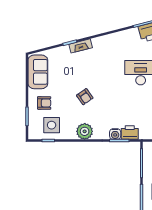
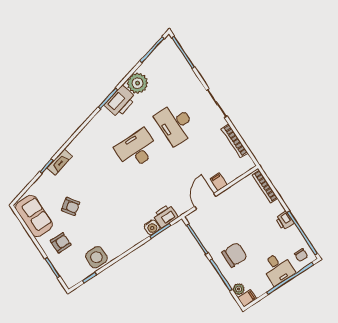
armchair: (85, 97) -> (71, 206), moved
side table: (52, 125) -> (96, 257), moved
plant: (85, 131) -> (120, 245), removed

